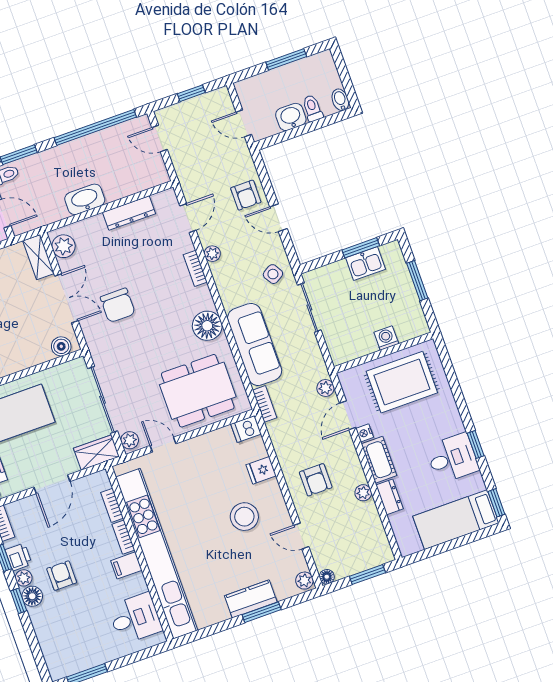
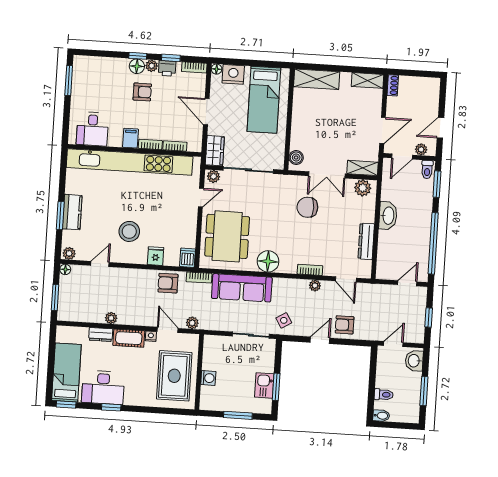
washbasin: (291, 117) -> (414, 361), moved, turned 180
desk: (452, 458) -> (103, 387), width x1.37
armchair: (316, 480) -> (168, 283), moved

